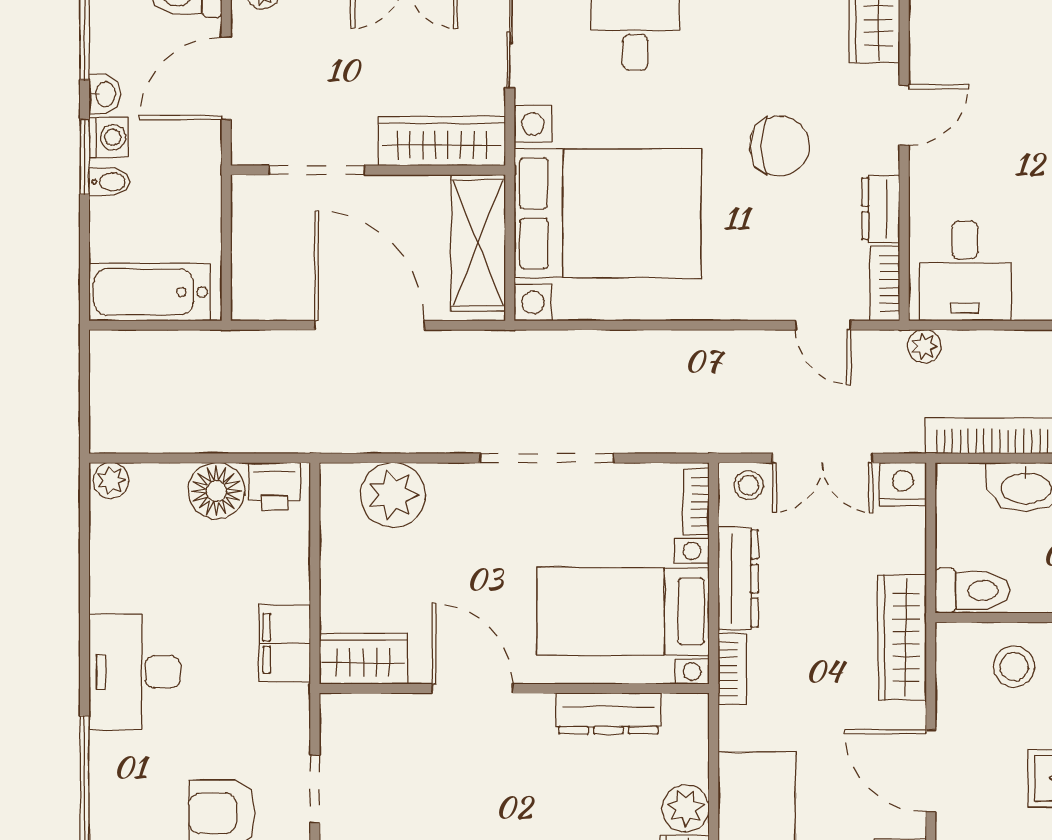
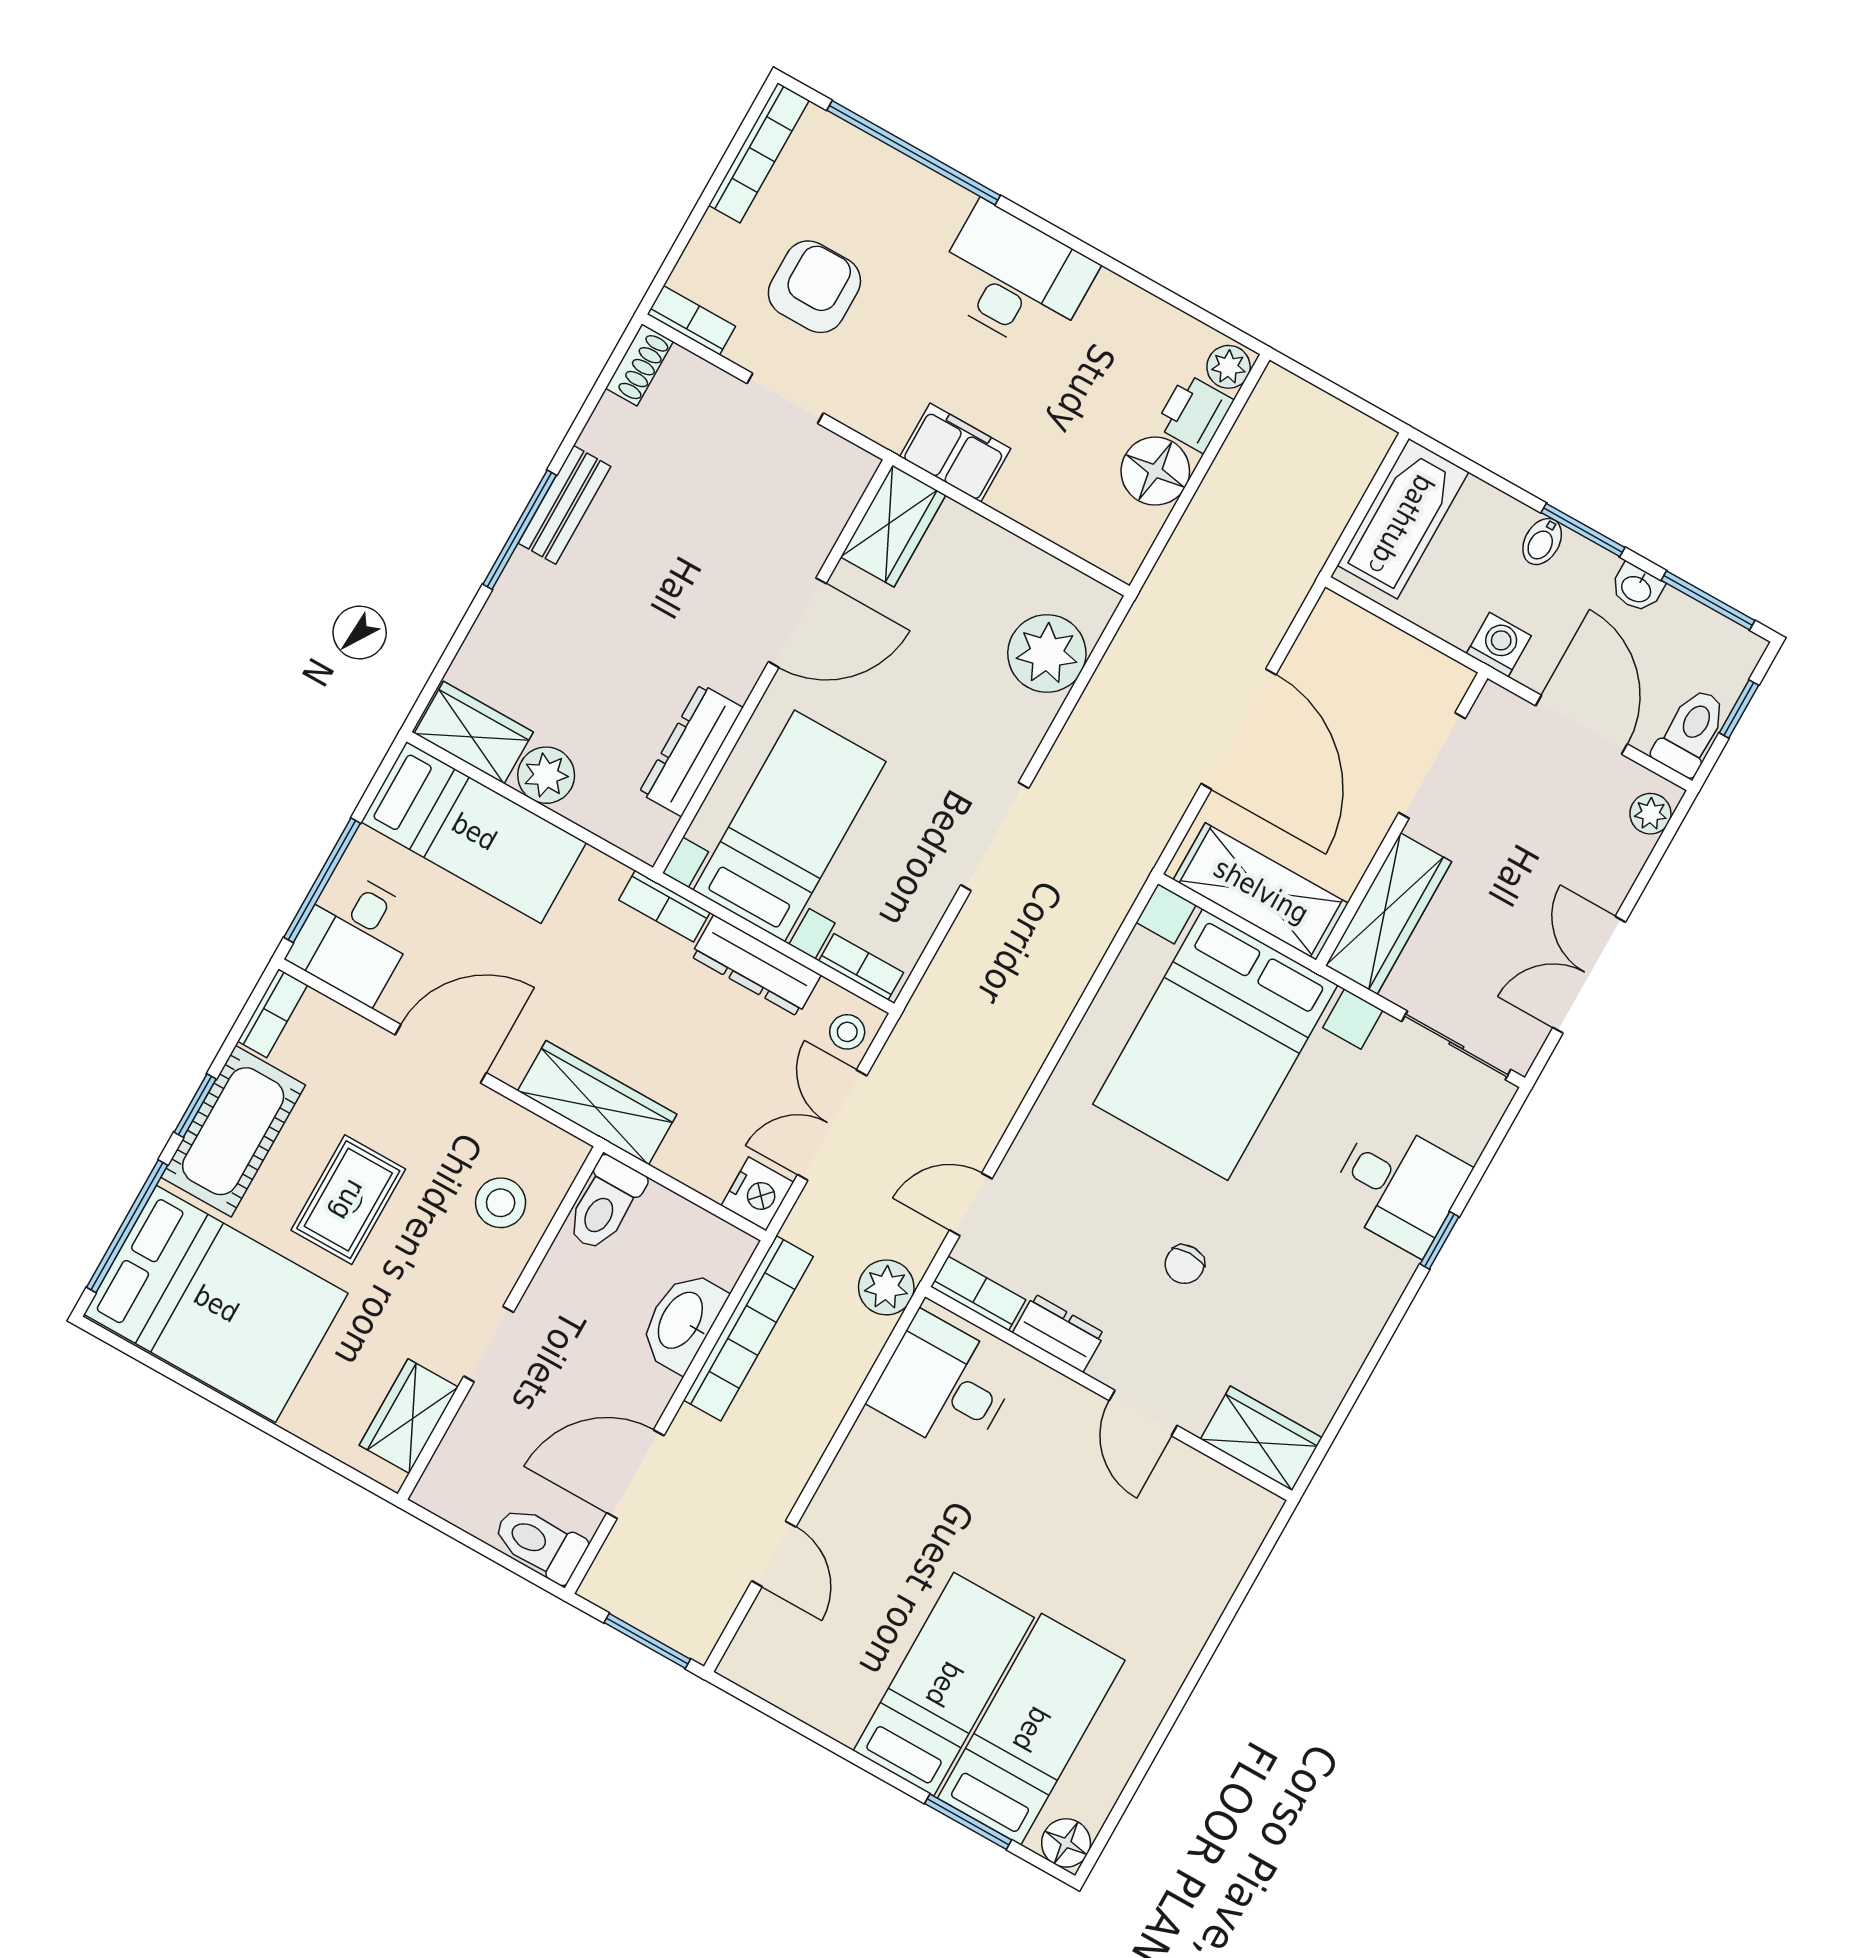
washing machine: (109, 137) -> (1499, 645), moved, turned 180
chair: (779, 146) -> (1185, 1264), width x0.54, depth x0.54
door: (369, 325) -> (1239, 729), hinge flipped
plant: (924, 346) -> (886, 1287), width x1.38, depth x1.38
doorway: (547, 458) -> (995, 837), width x0.73
printer: (274, 486) -> (1194, 413), moved

